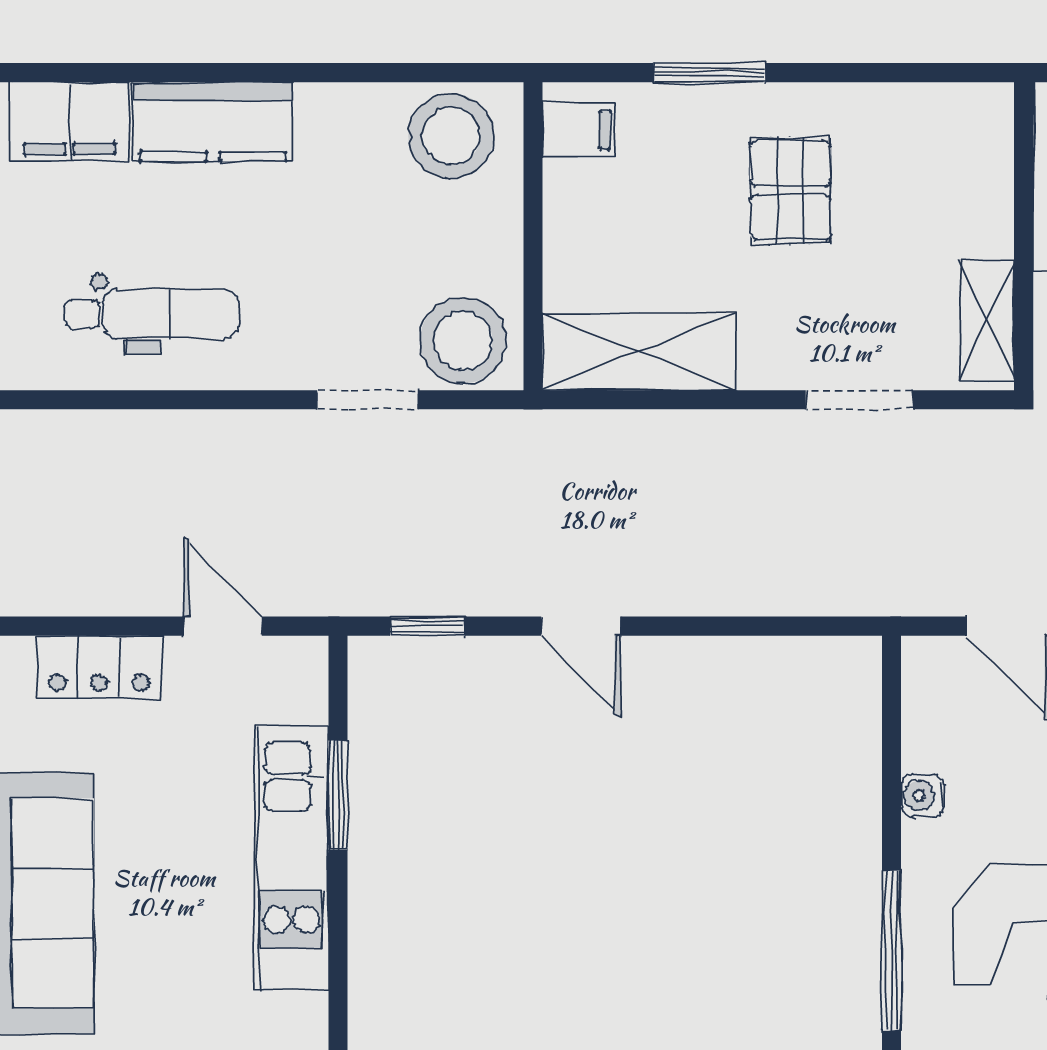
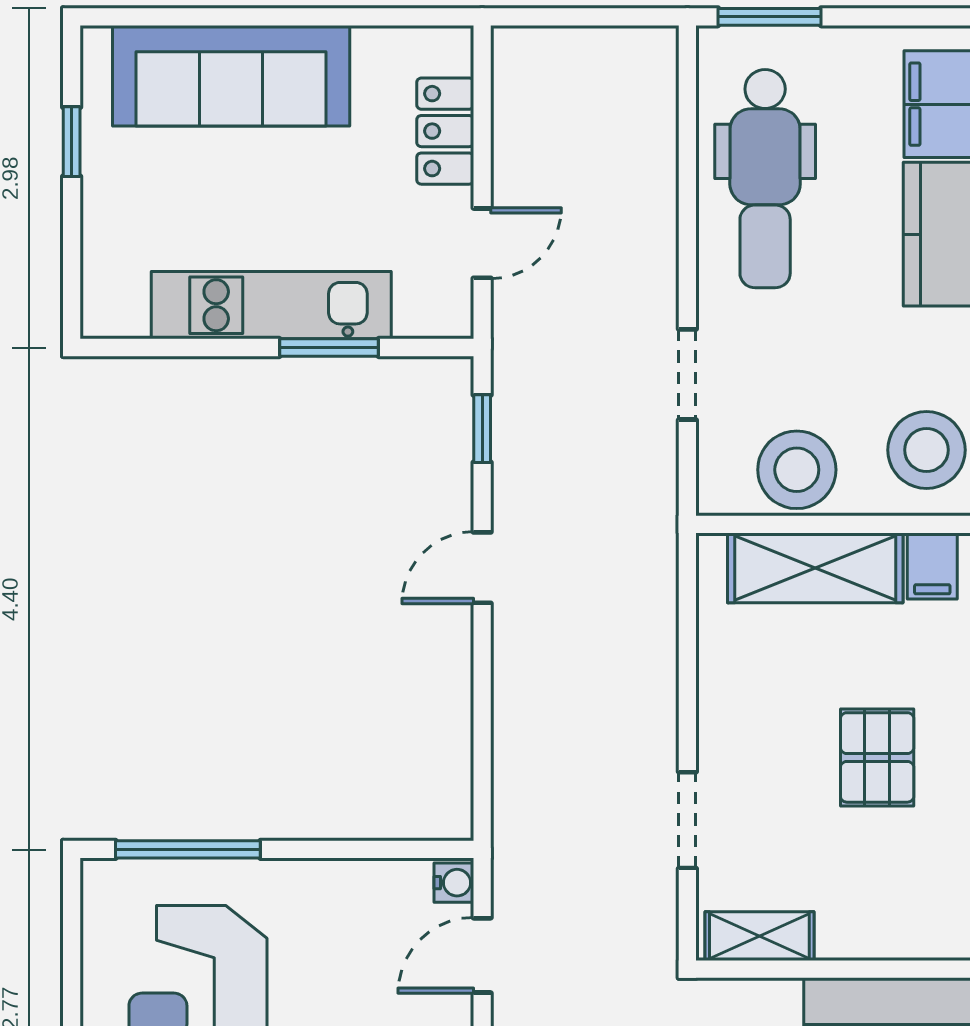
pallet: (790, 191) -> (877, 757), turned 90
dental chair: (152, 314) -> (765, 179), width x1.36, depth x1.38
stool: (463, 340) -> (797, 470), moved
shelving: (639, 352) -> (815, 568), moved, turned 90
water cooler: (923, 796) -> (454, 883), moved, turned 90

